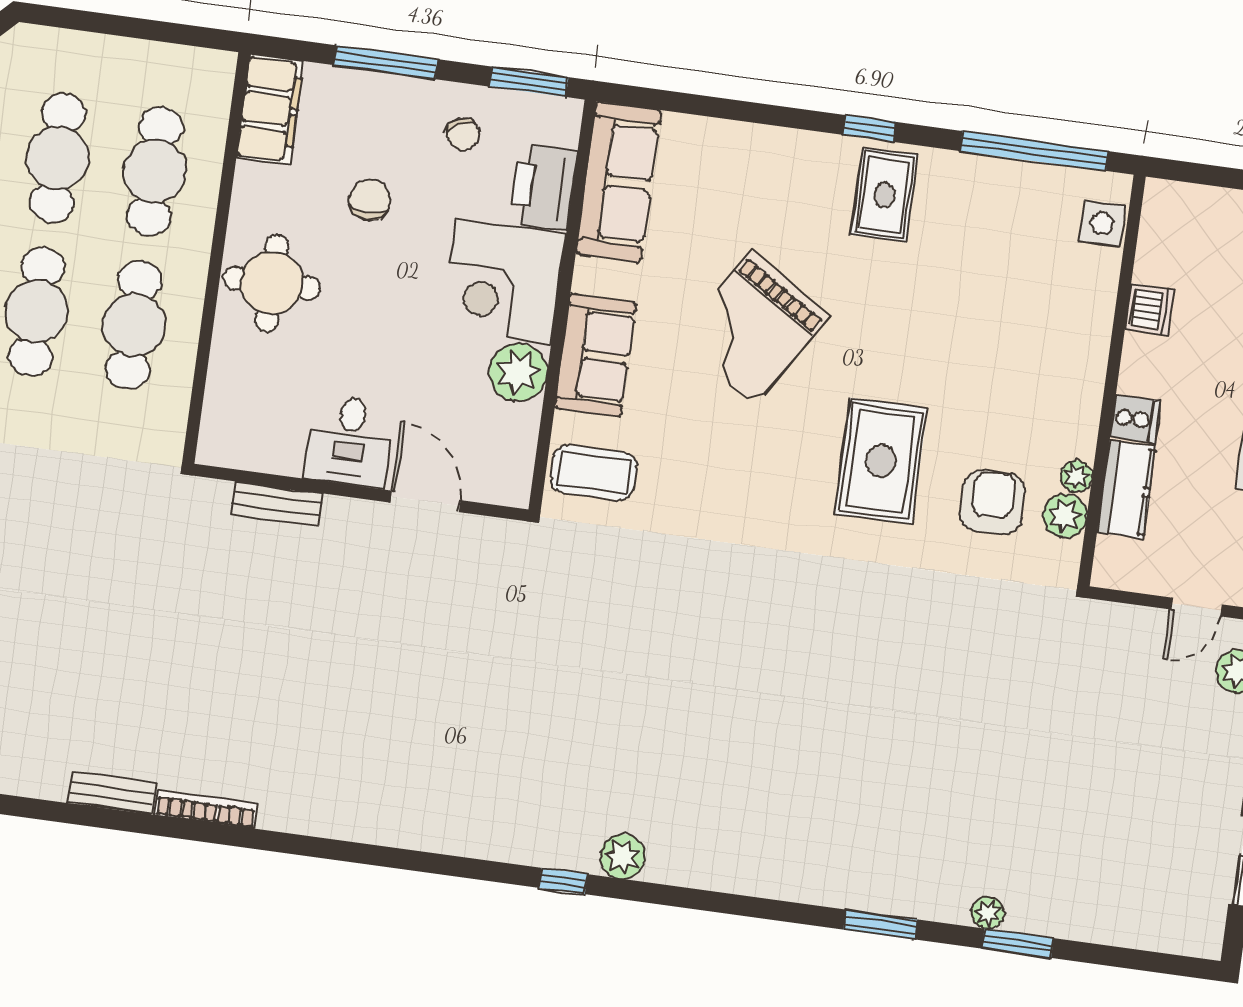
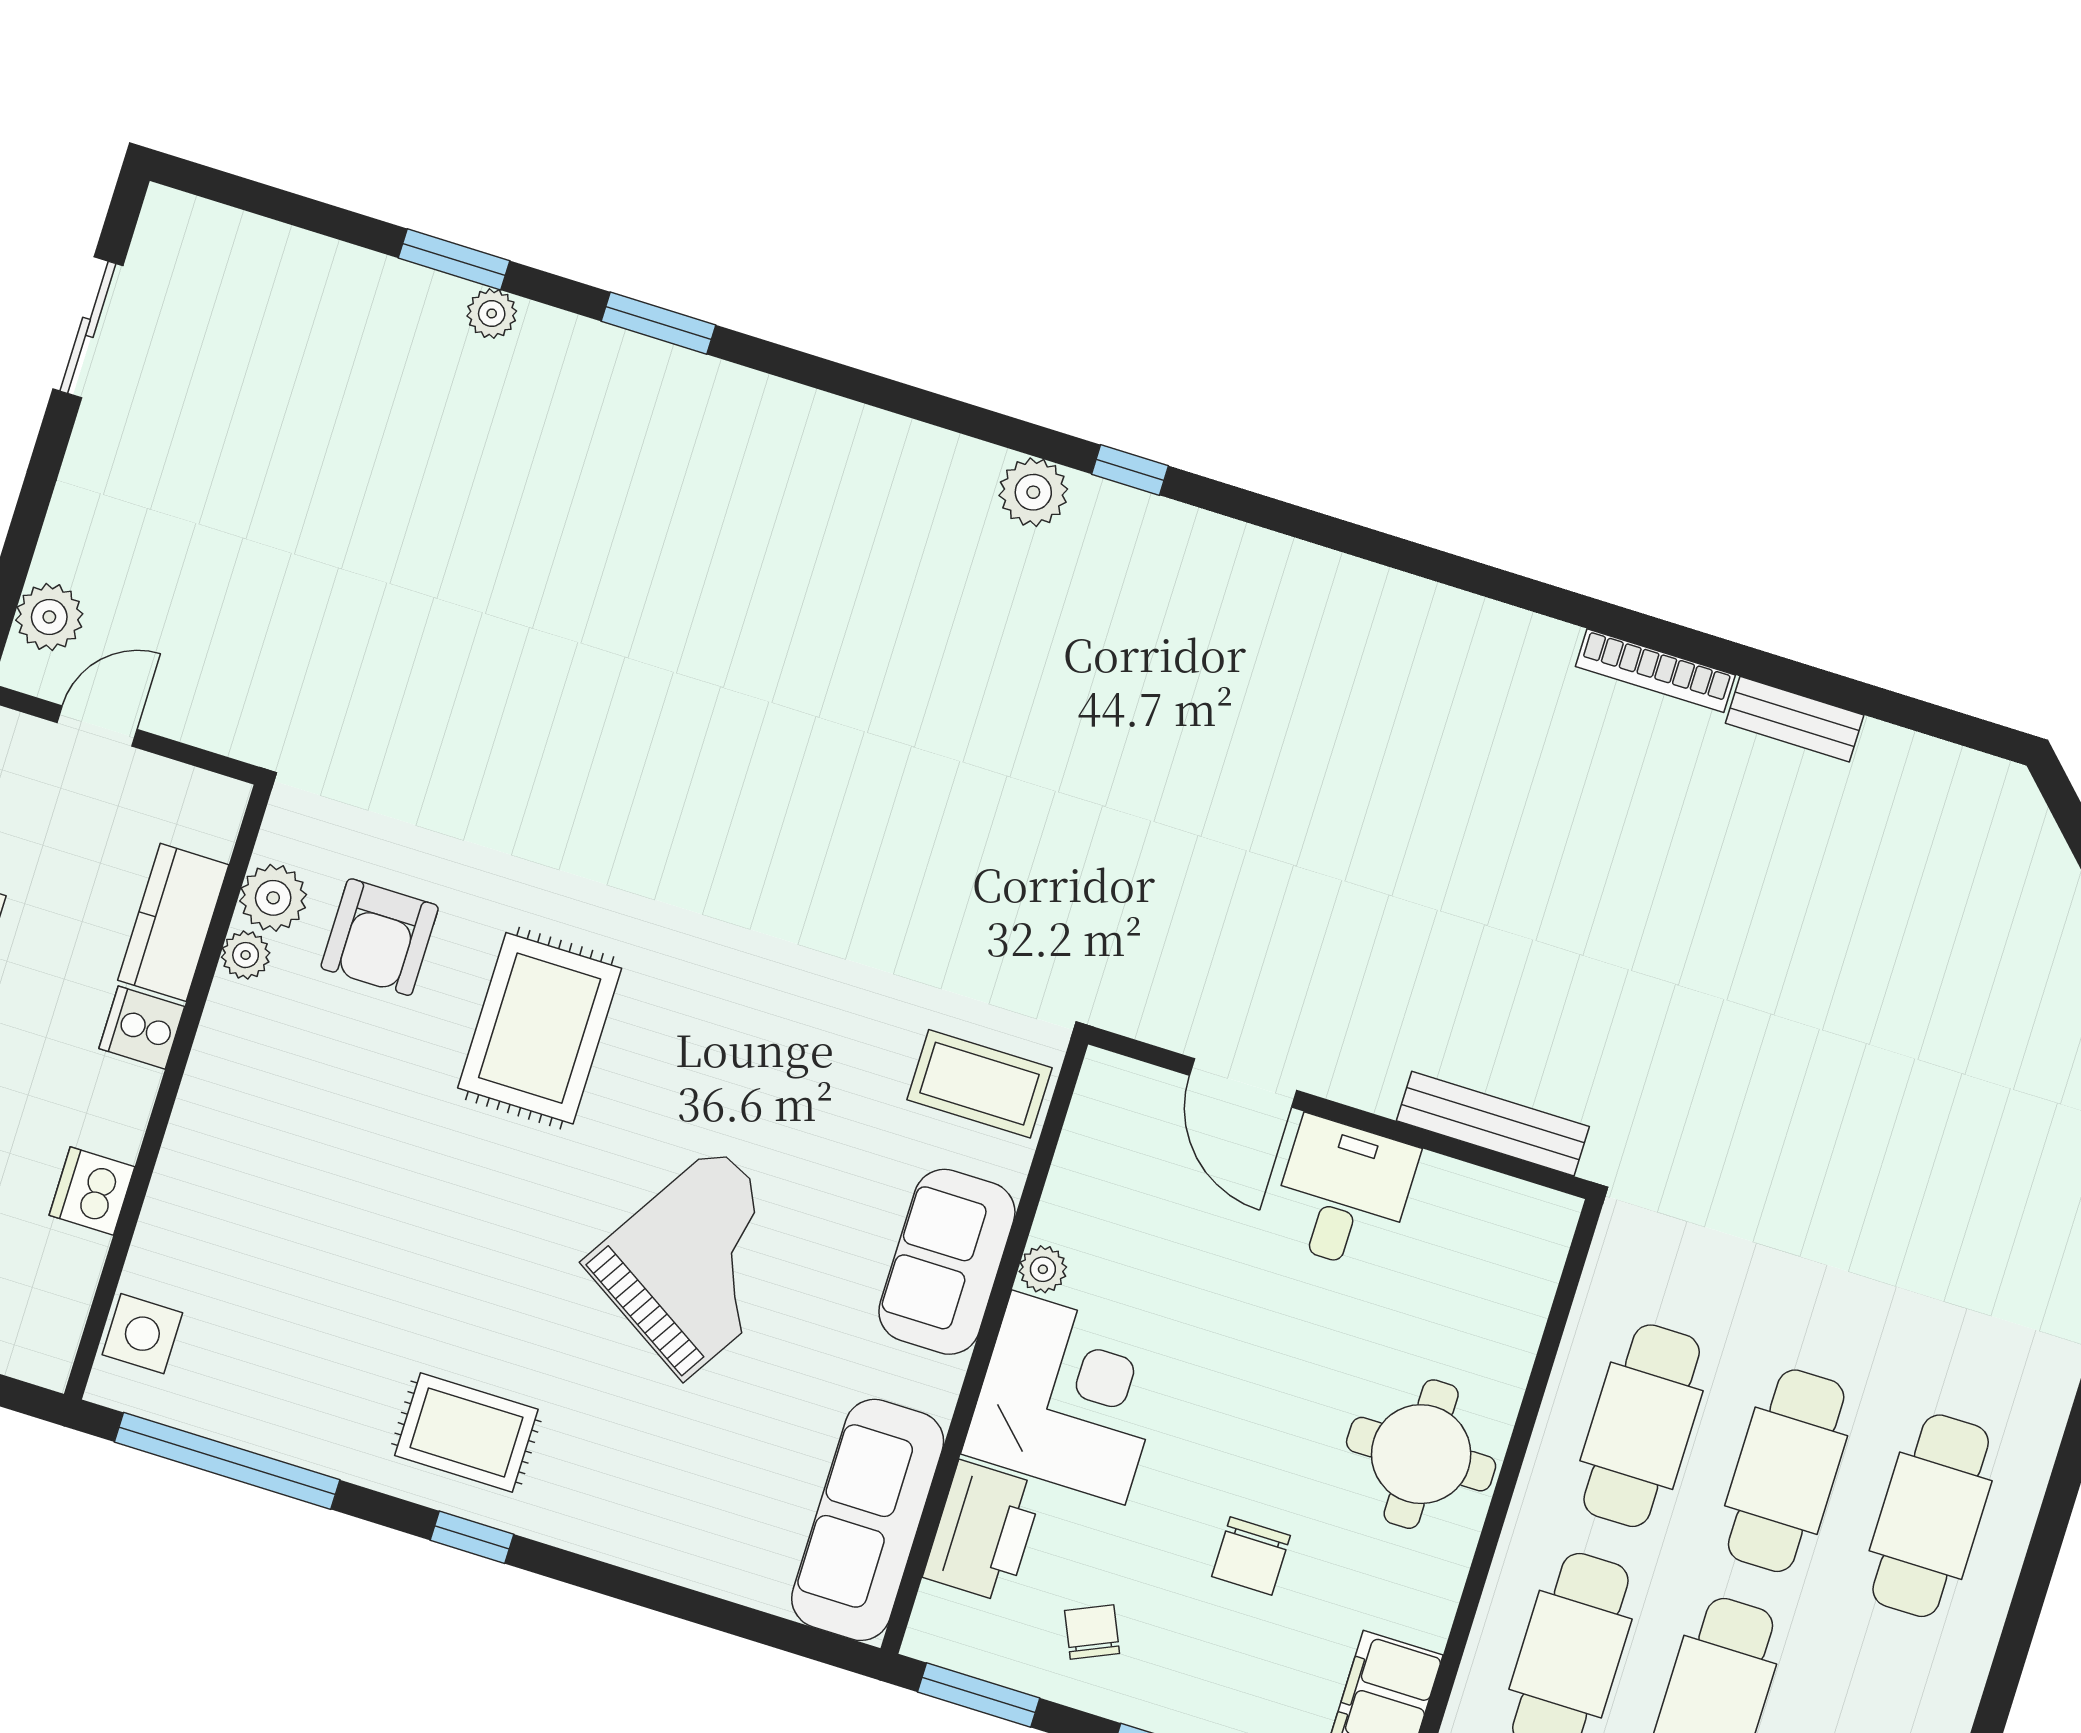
rug: (884, 195) -> (466, 1432), turned 90
plant: (518, 372) -> (1043, 1269), width x0.53, depth x0.53
bench: (277, 504) -> (1493, 1124), width x1.36

